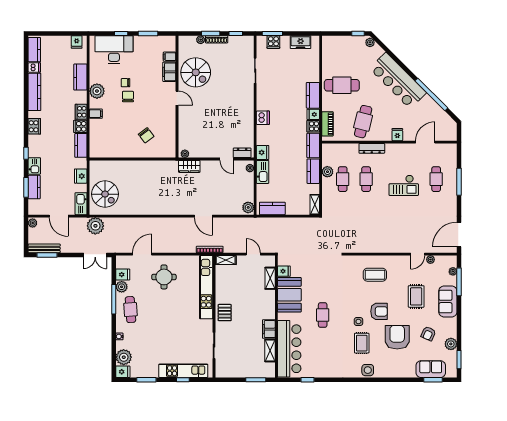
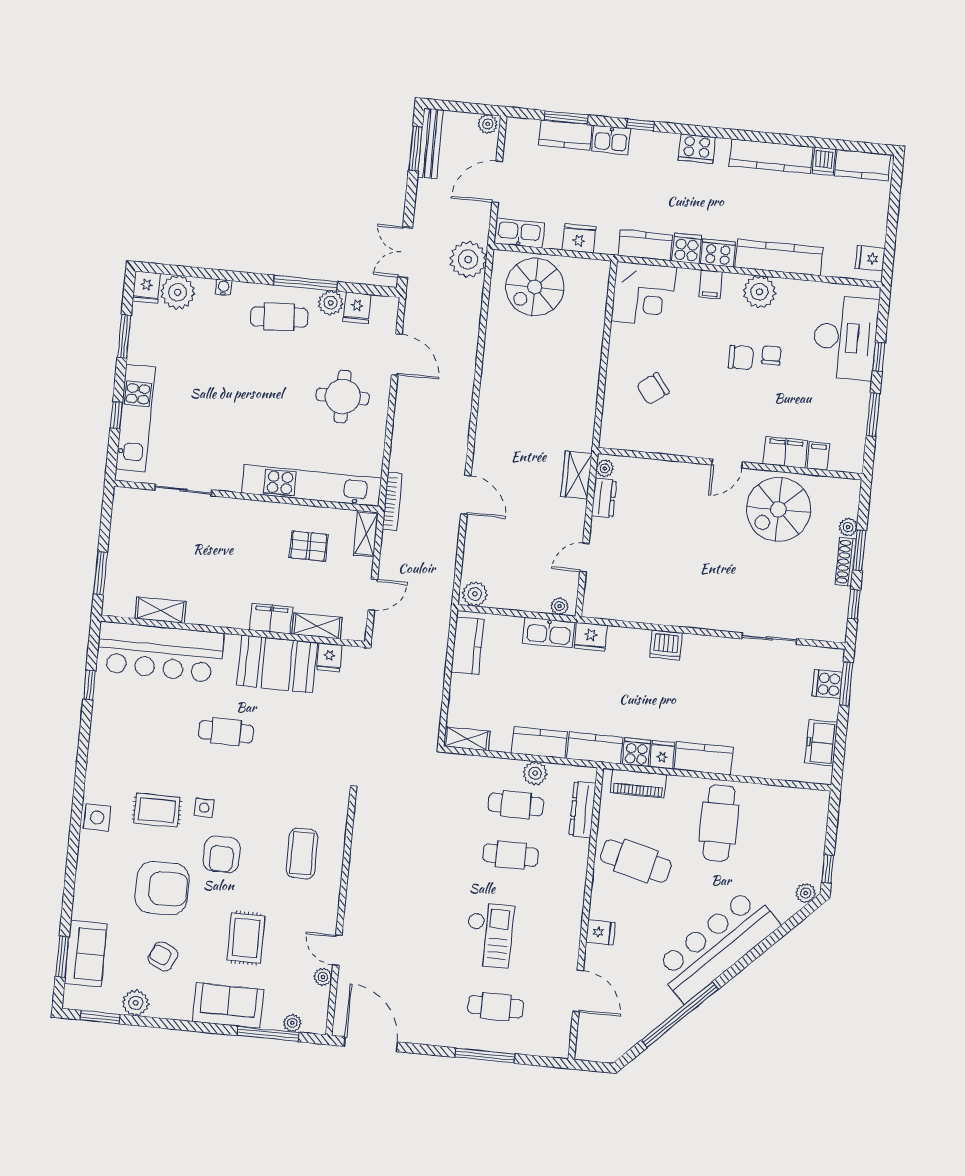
kitchen counter: (80, 77) -> (779, 257), width x1.50
corner desk: (103, 144) -> (644, 294), added
dresser: (372, 148) -> (583, 809), moved
dresser: (242, 153) -> (604, 498), moved
checkout: (404, 185) -> (489, 935), turned 180
door: (203, 216) -> (466, 495), swing flipped
rug: (416, 296) -> (246, 938), turned 90
pallet: (225, 313) -> (309, 546), moved
filing cabinet: (269, 329) -> (271, 619), moved

